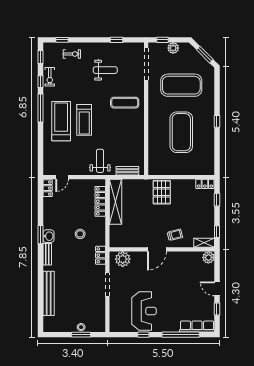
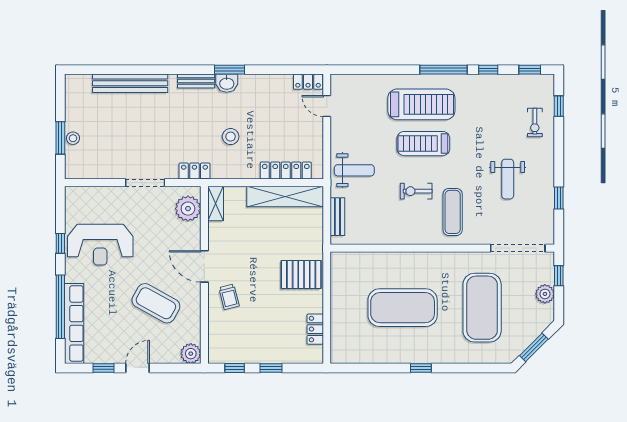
exercise bike: (50, 77) -> (416, 191), moved
locker: (205, 184) -> (315, 329), moved
window: (217, 200) -> (271, 368), moved
shelving: (204, 243) -> (216, 203), moved
coffee table: (179, 278) -> (156, 303), added
row of seats: (197, 326) -> (74, 324), width x1.36

